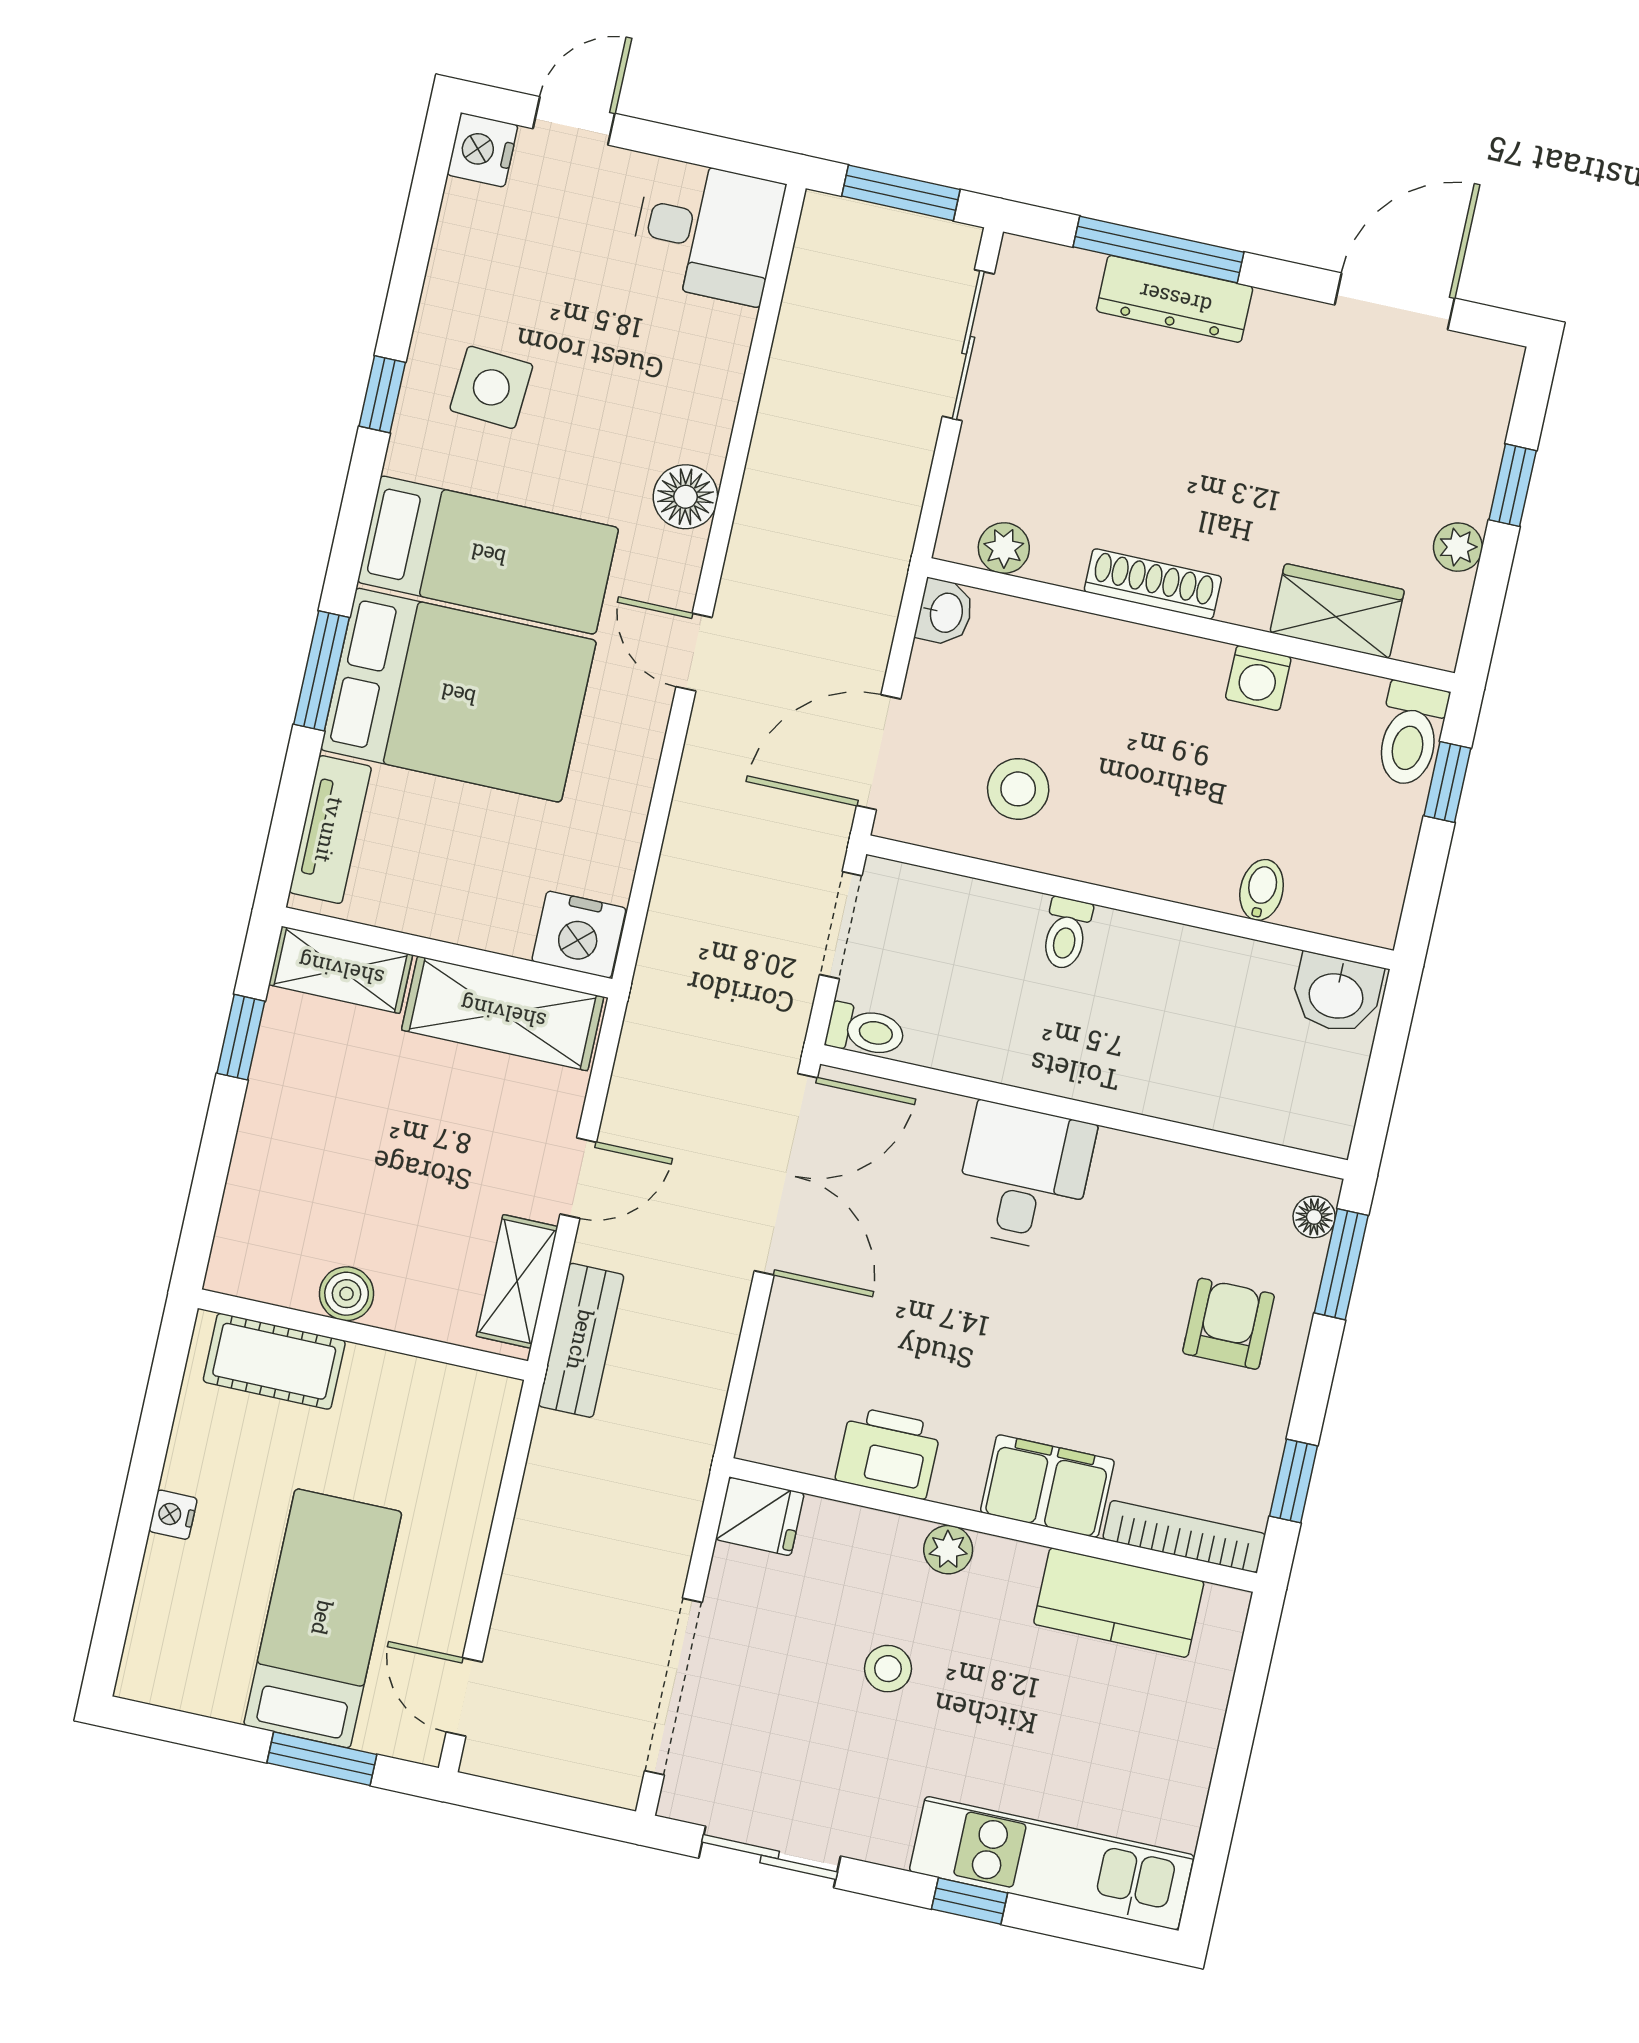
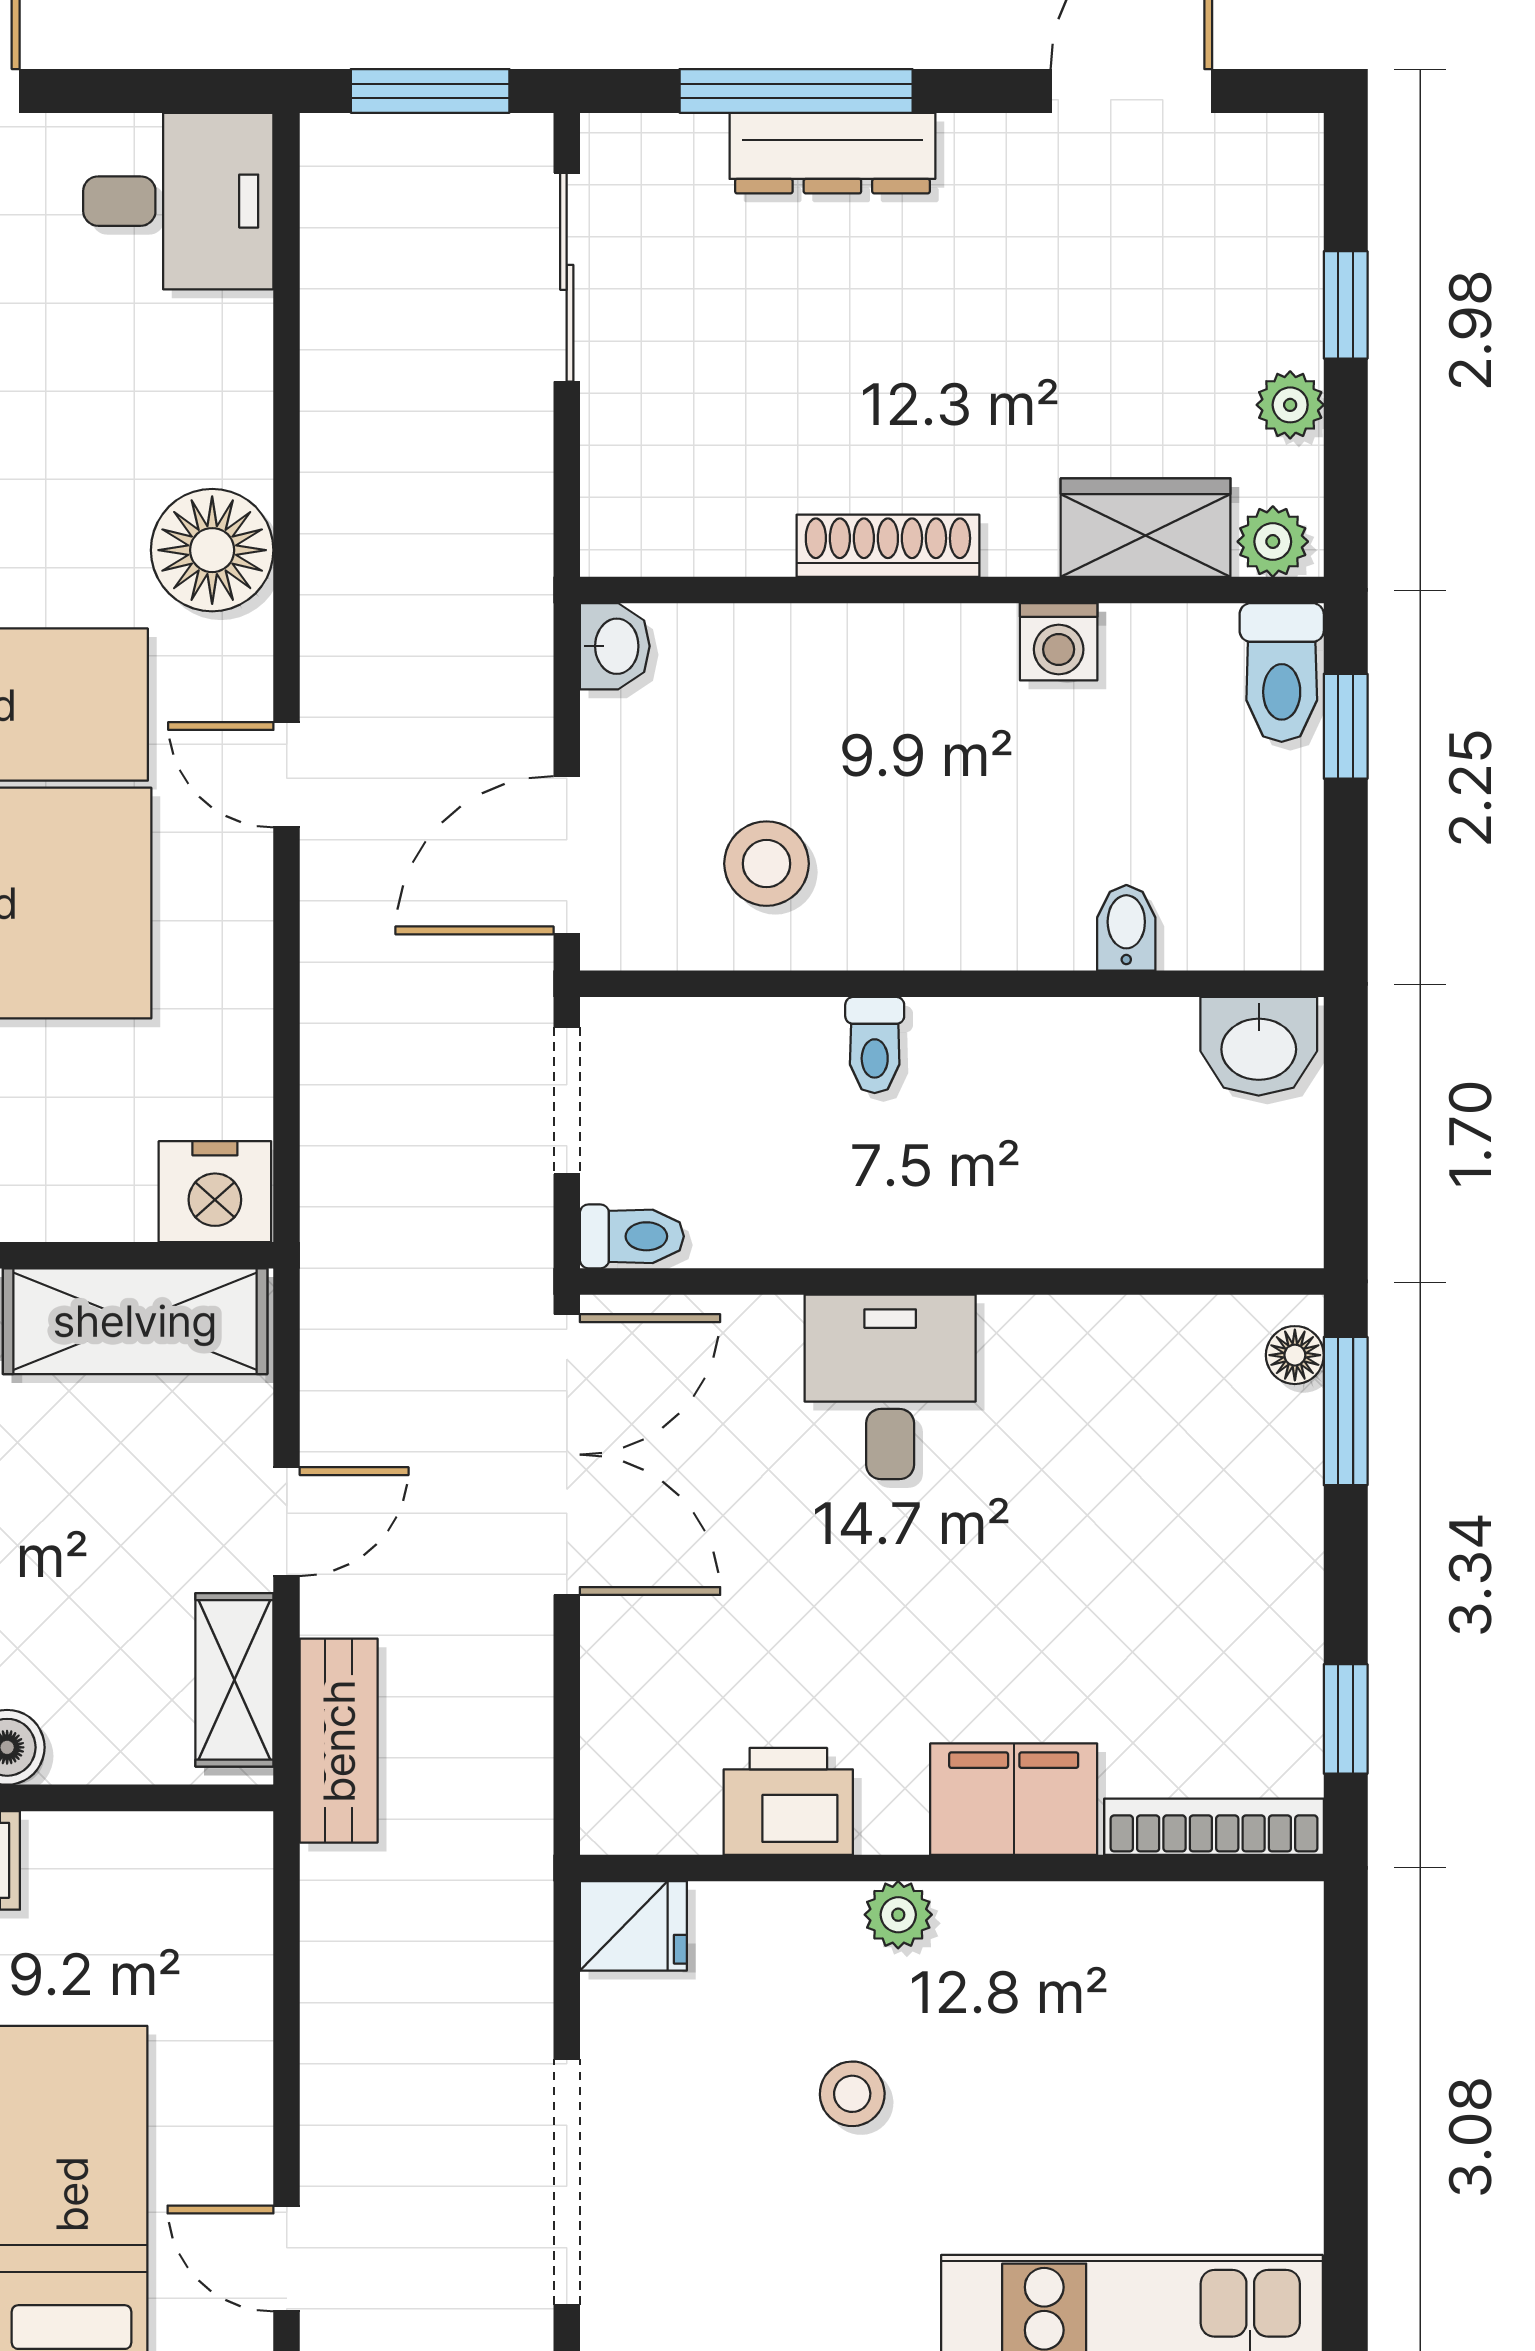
floor lamp: (685, 497) -> (212, 550), width x1.38, depth x1.38
plant: (1004, 548) -> (1273, 542), moved
armchair: (1229, 1324) -> (1211, 1525), removed
kitchen counter: (1119, 1603) -> (1145, 1936), removed

